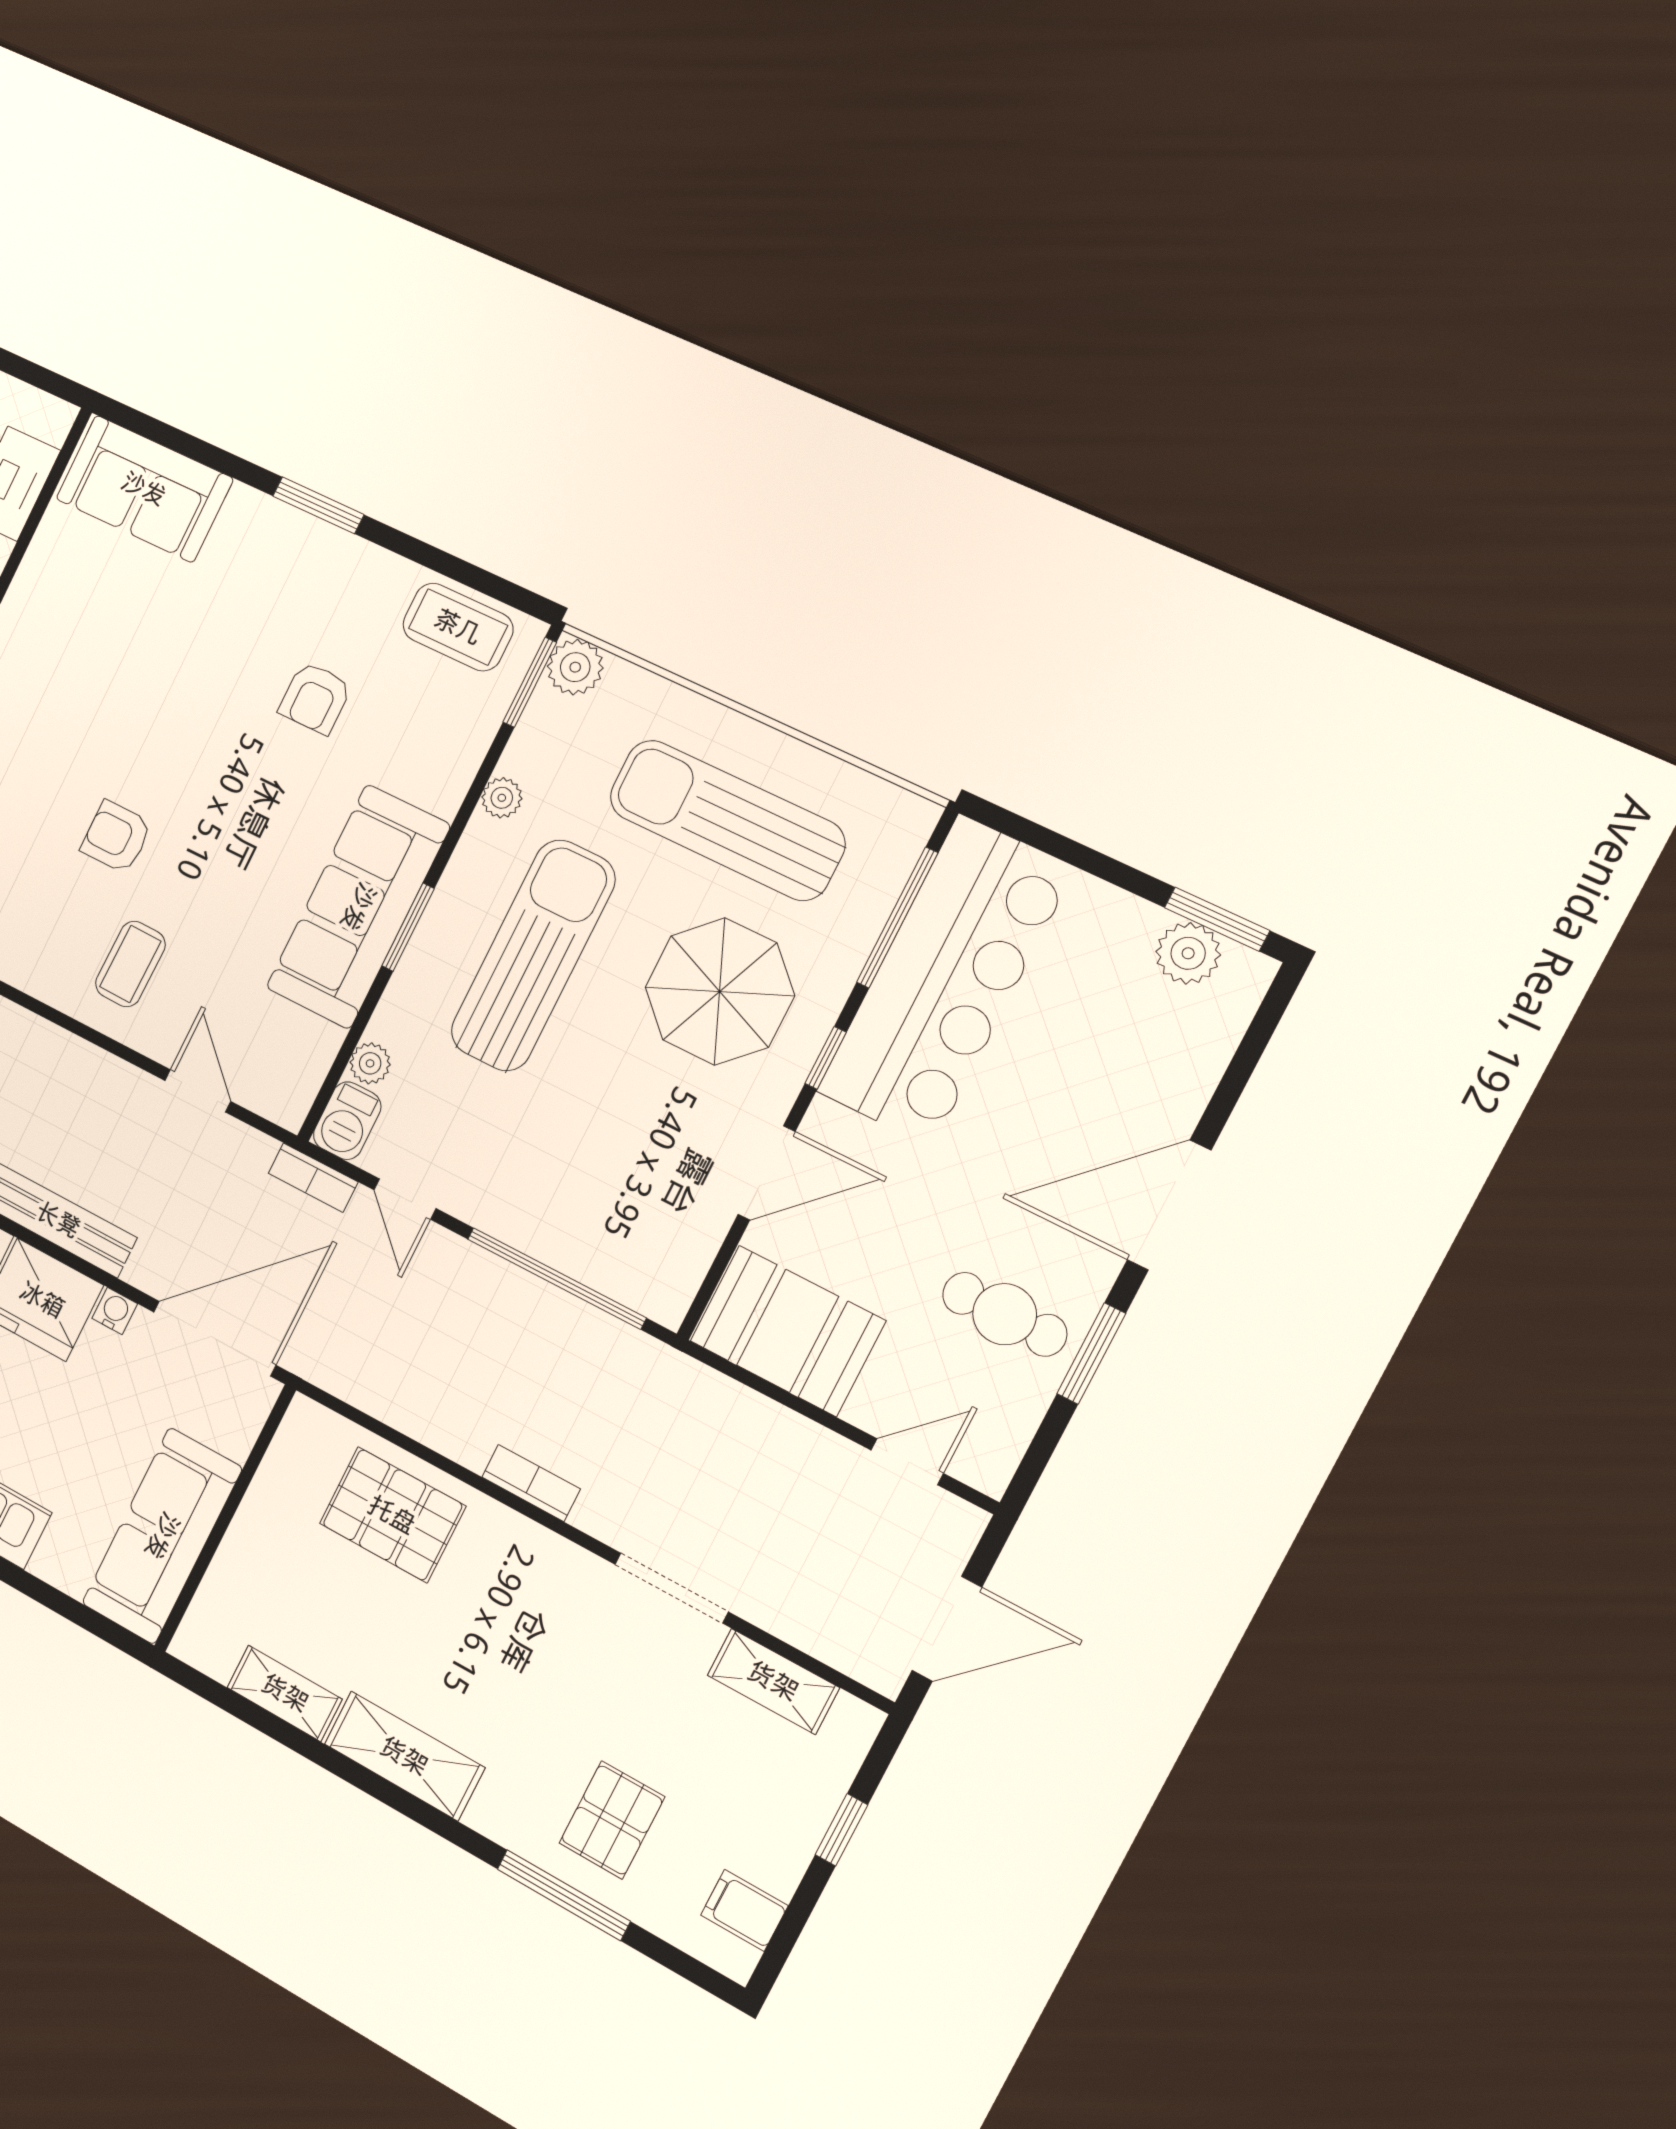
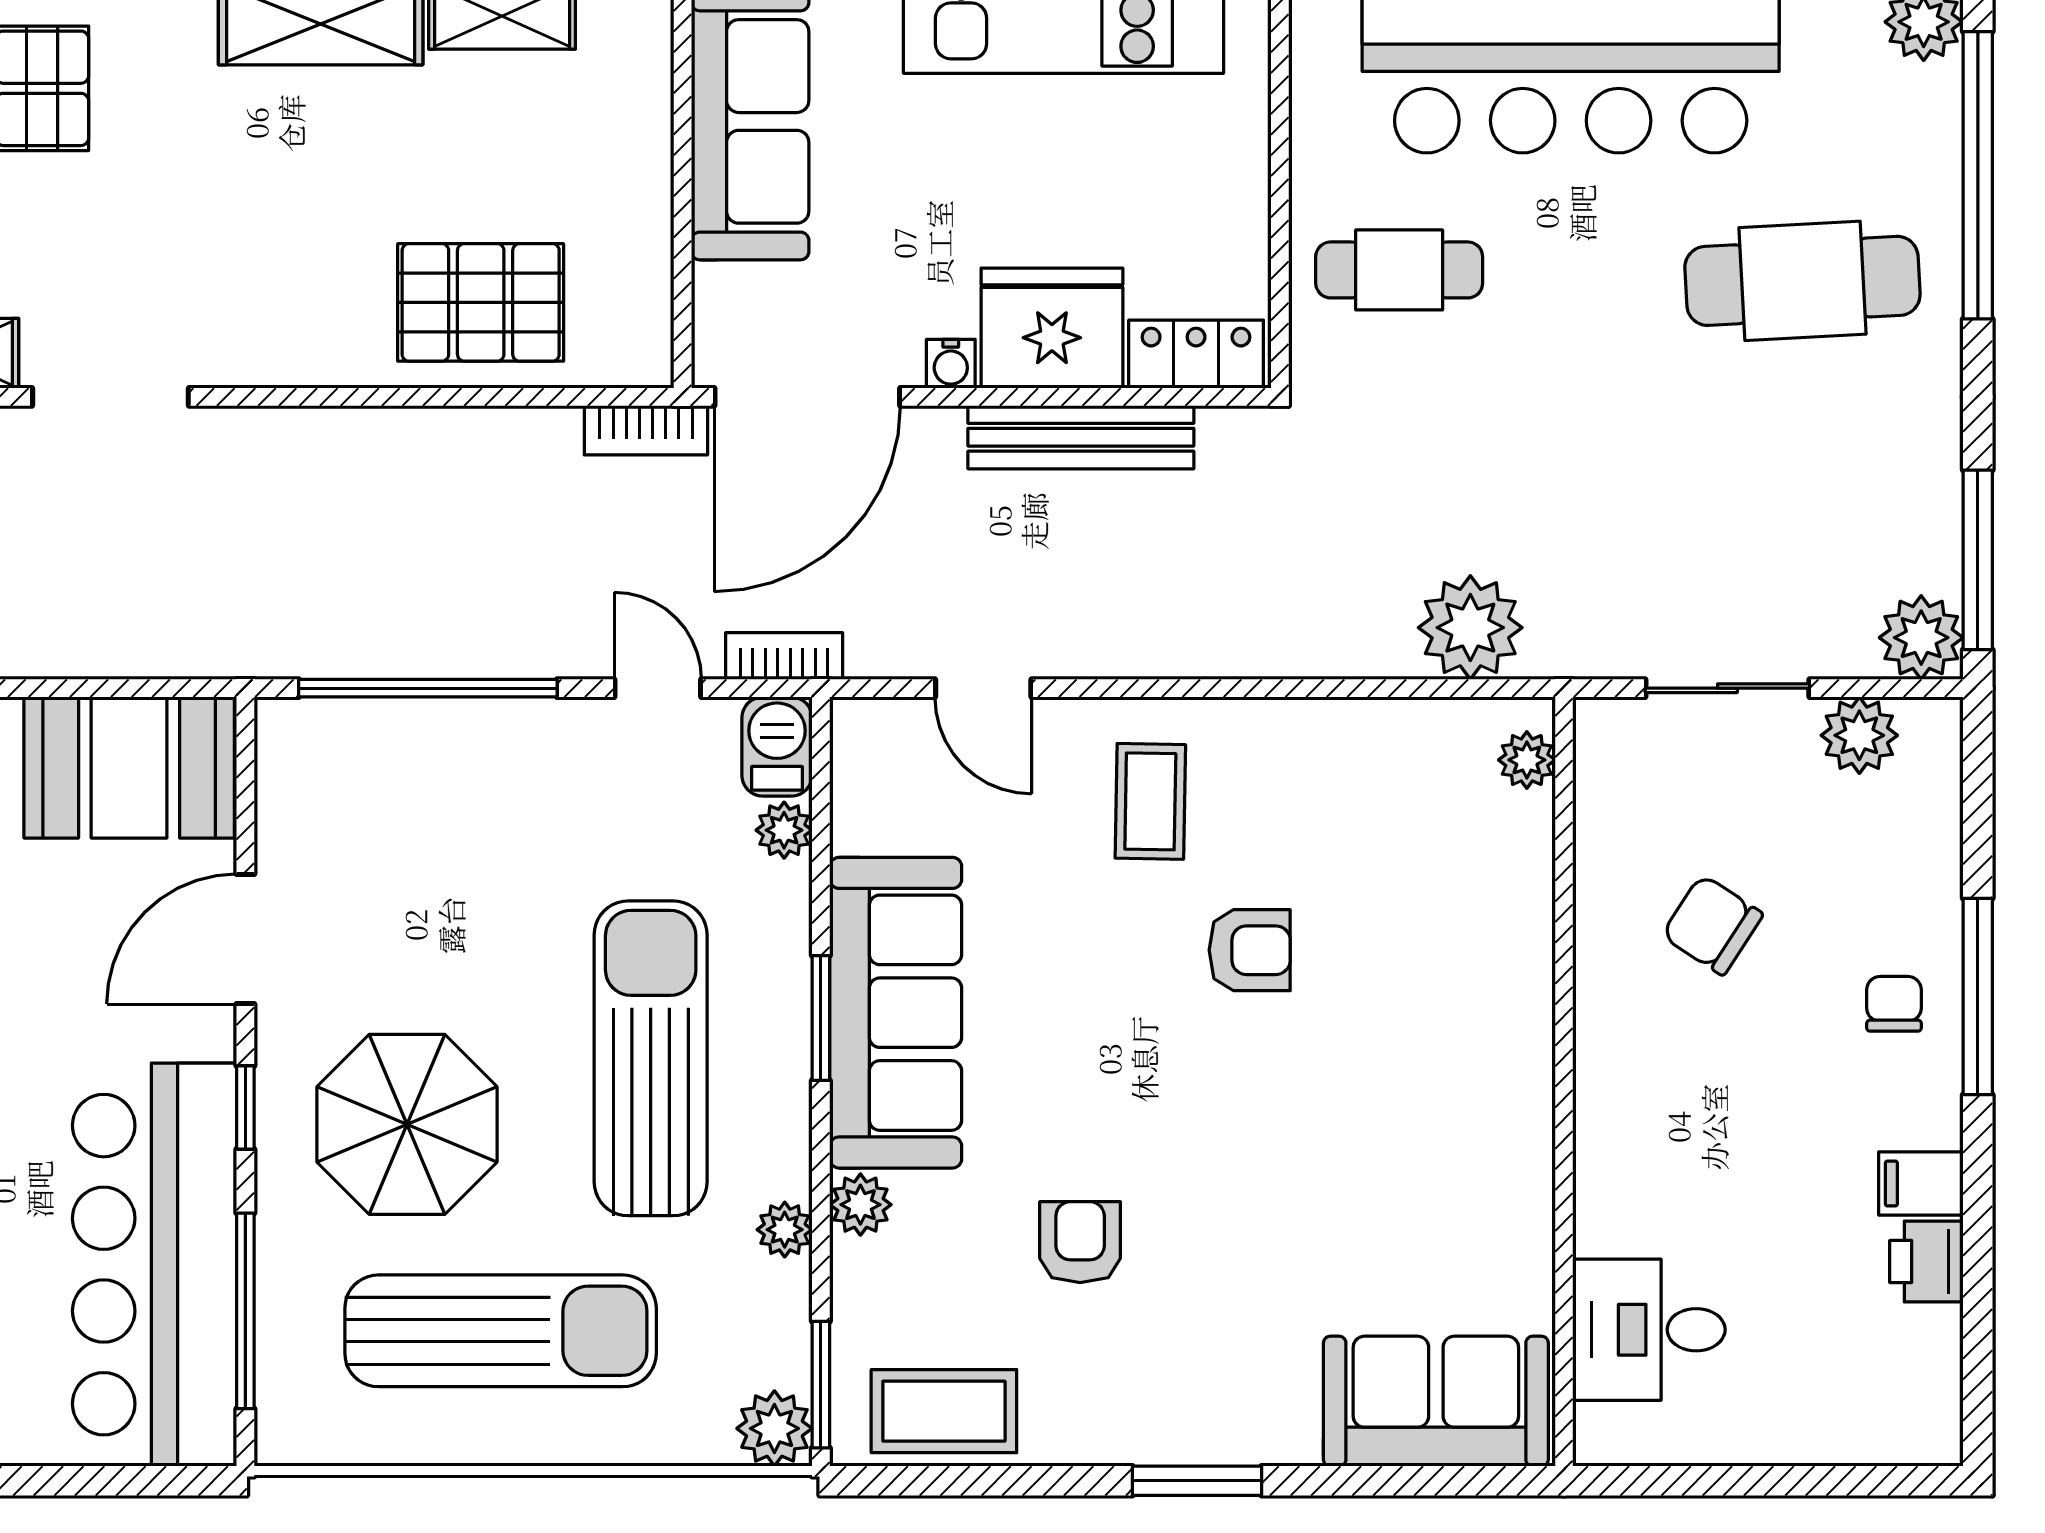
plant: (444, 791) -> (860, 1205), added
sun lounger: (533, 956) -> (651, 1058), turned 180
bookcase: (531, 1483) -> (646, 430), moved

